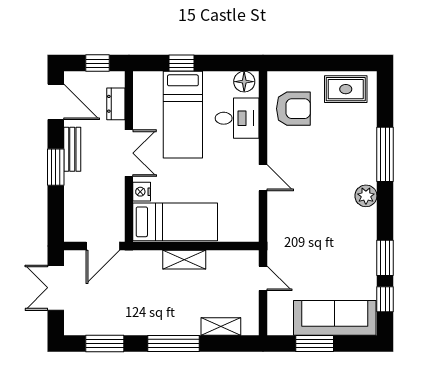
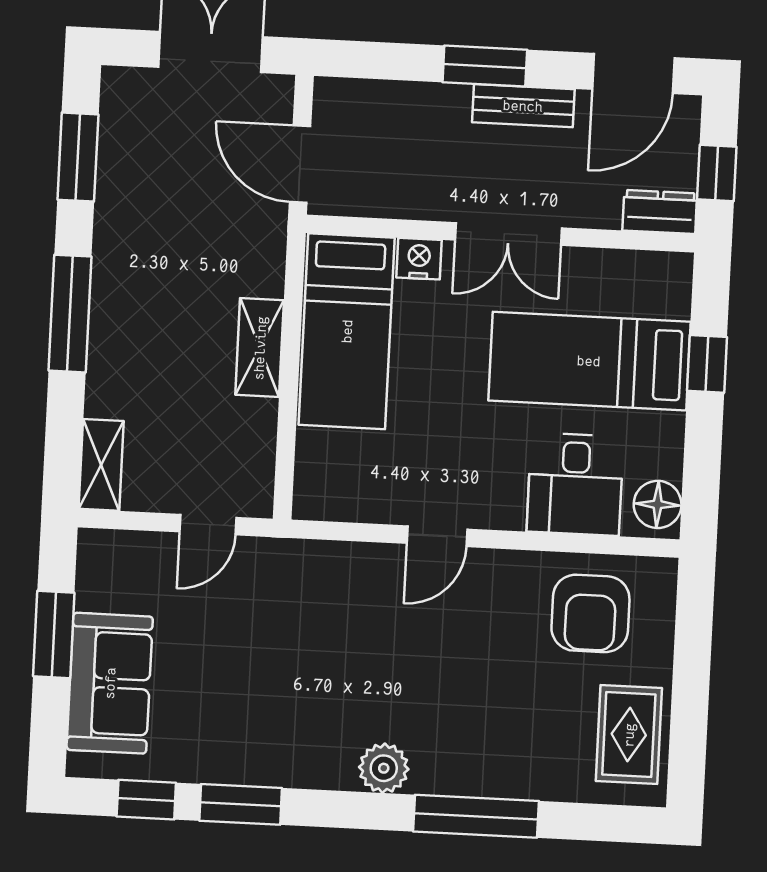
dresser: (116, 104) -> (660, 212), moved
sofa: (335, 318) -> (110, 683), width x0.73
shelving: (221, 327) -> (101, 465), moved

